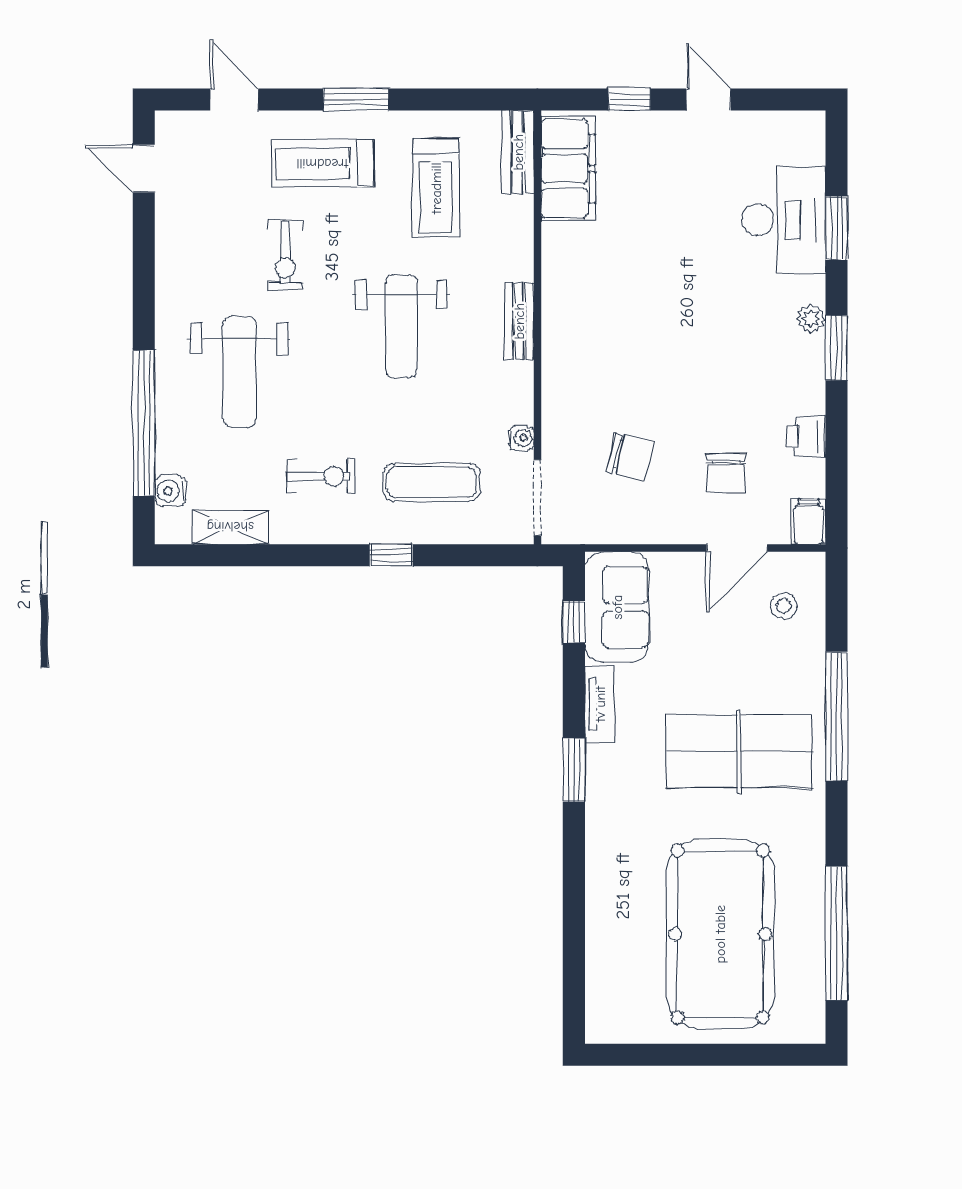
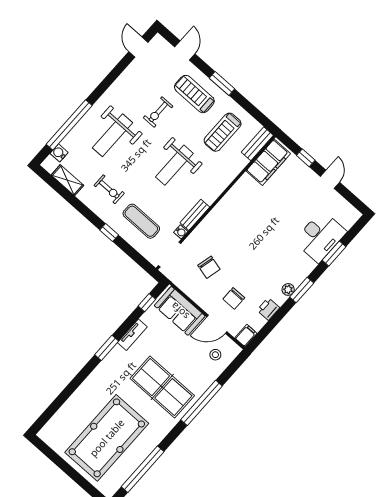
plant: (811, 319) -> (288, 289), moved
bench: (519, 321) -> (195, 215), moved
sofa: (617, 607) -> (180, 311), moved, turned 90

